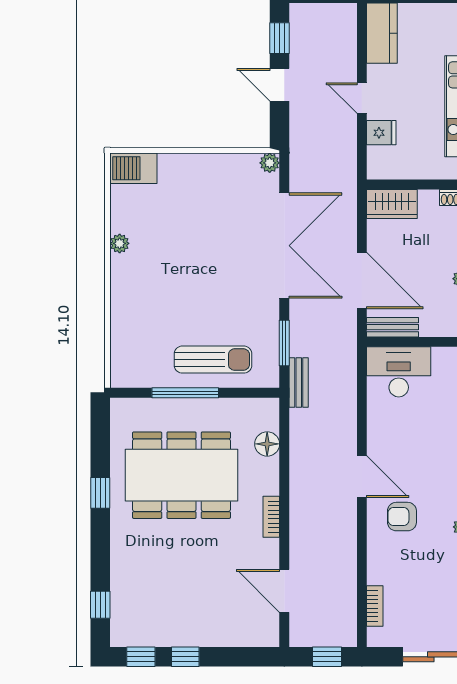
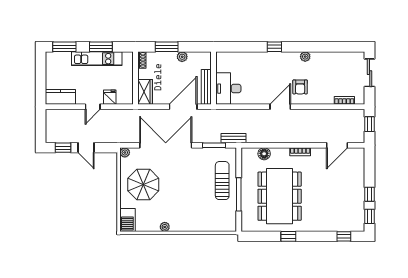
door: (279, 85) -> (86, 148), hinge flipped
parasol: (205, 200) -> (143, 184), added
bench: (393, 327) -> (206, 87), width x1.36

